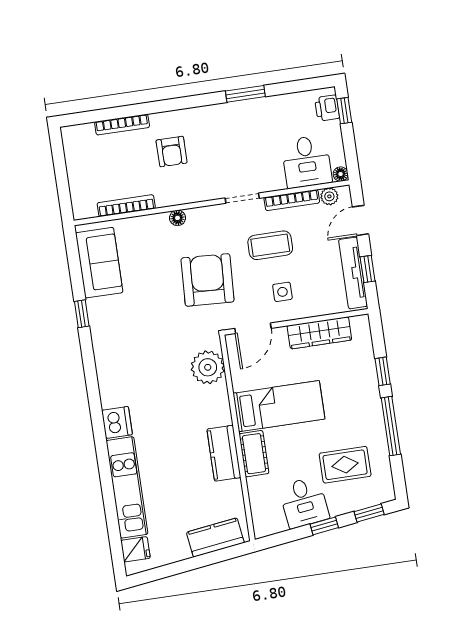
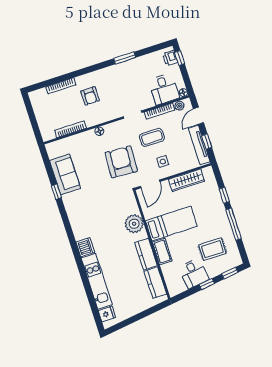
sofa: (99, 263) -> (65, 174), moved
plant: (208, 367) -> (134, 224), moved
kitchen counter: (215, 537) -> (155, 283), moved, turned -82

